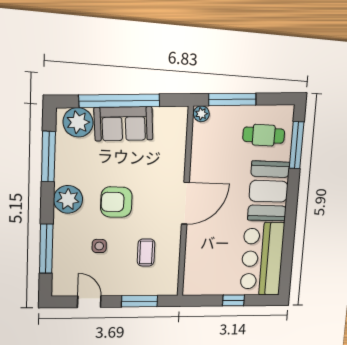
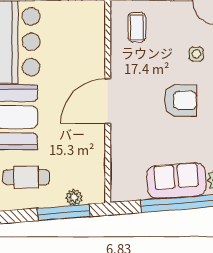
plant: (201, 114) -> (74, 197), moved
coffee table: (146, 252) -> (137, 27), moved

